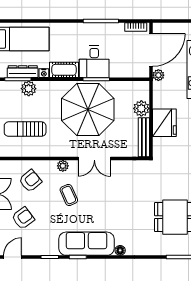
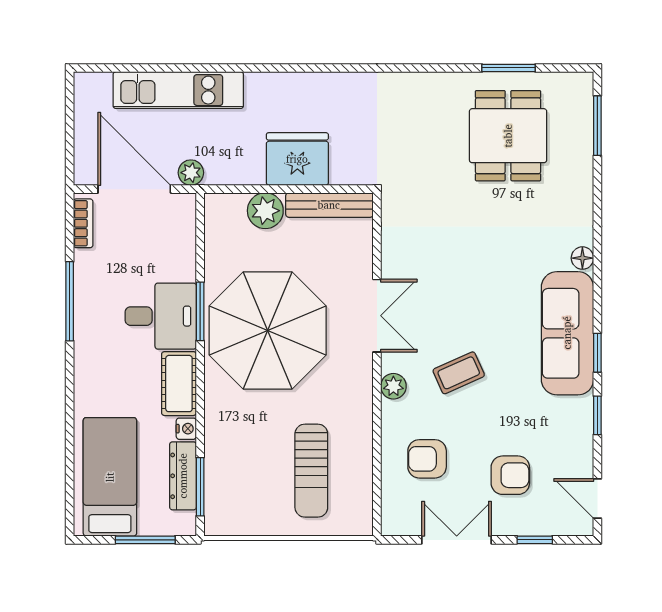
plant: (29, 89) -> (221, 463), removed
armchair: (30, 181) -> (427, 459), turned -50
armchair: (23, 218) -> (510, 475), turned 126

